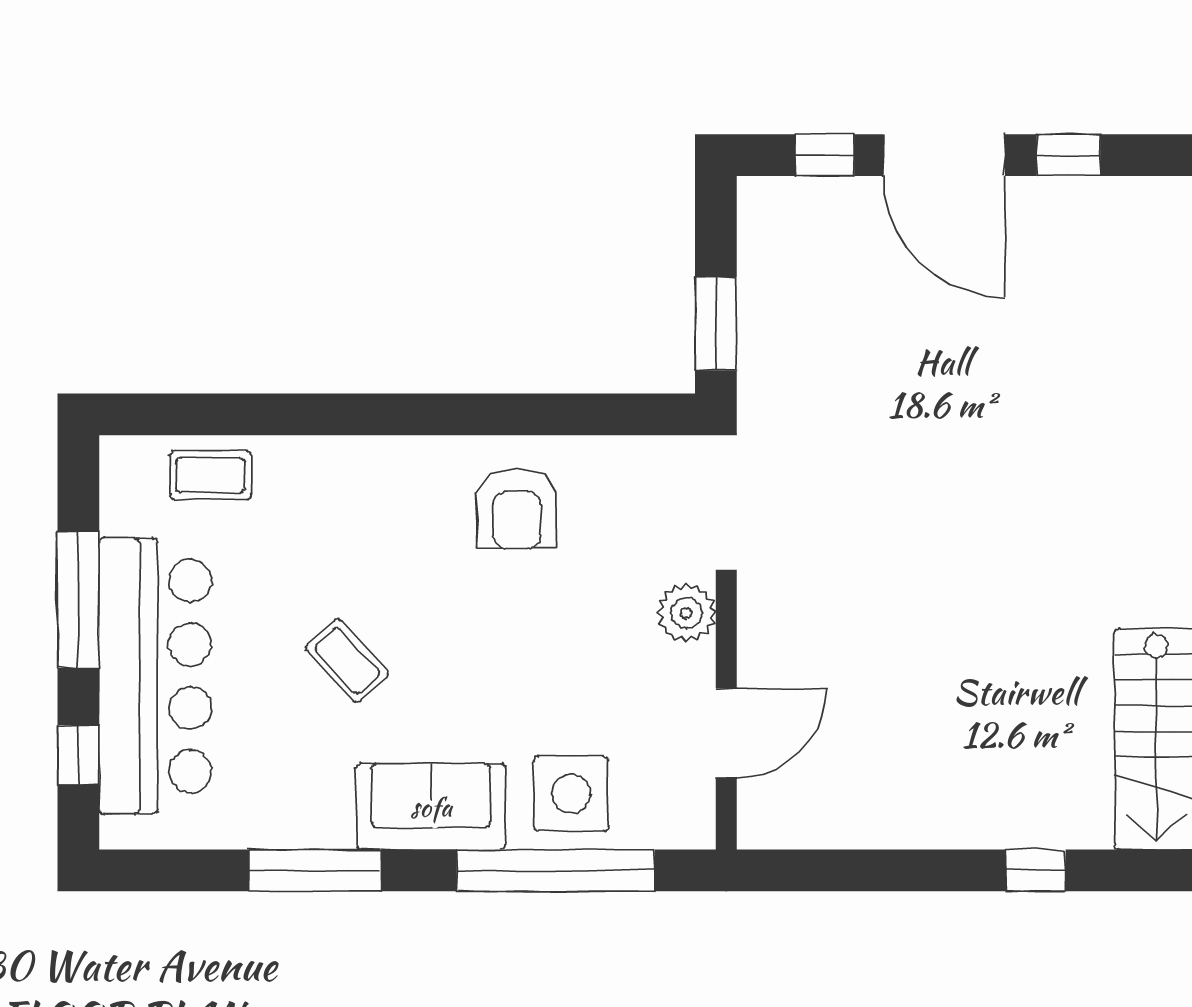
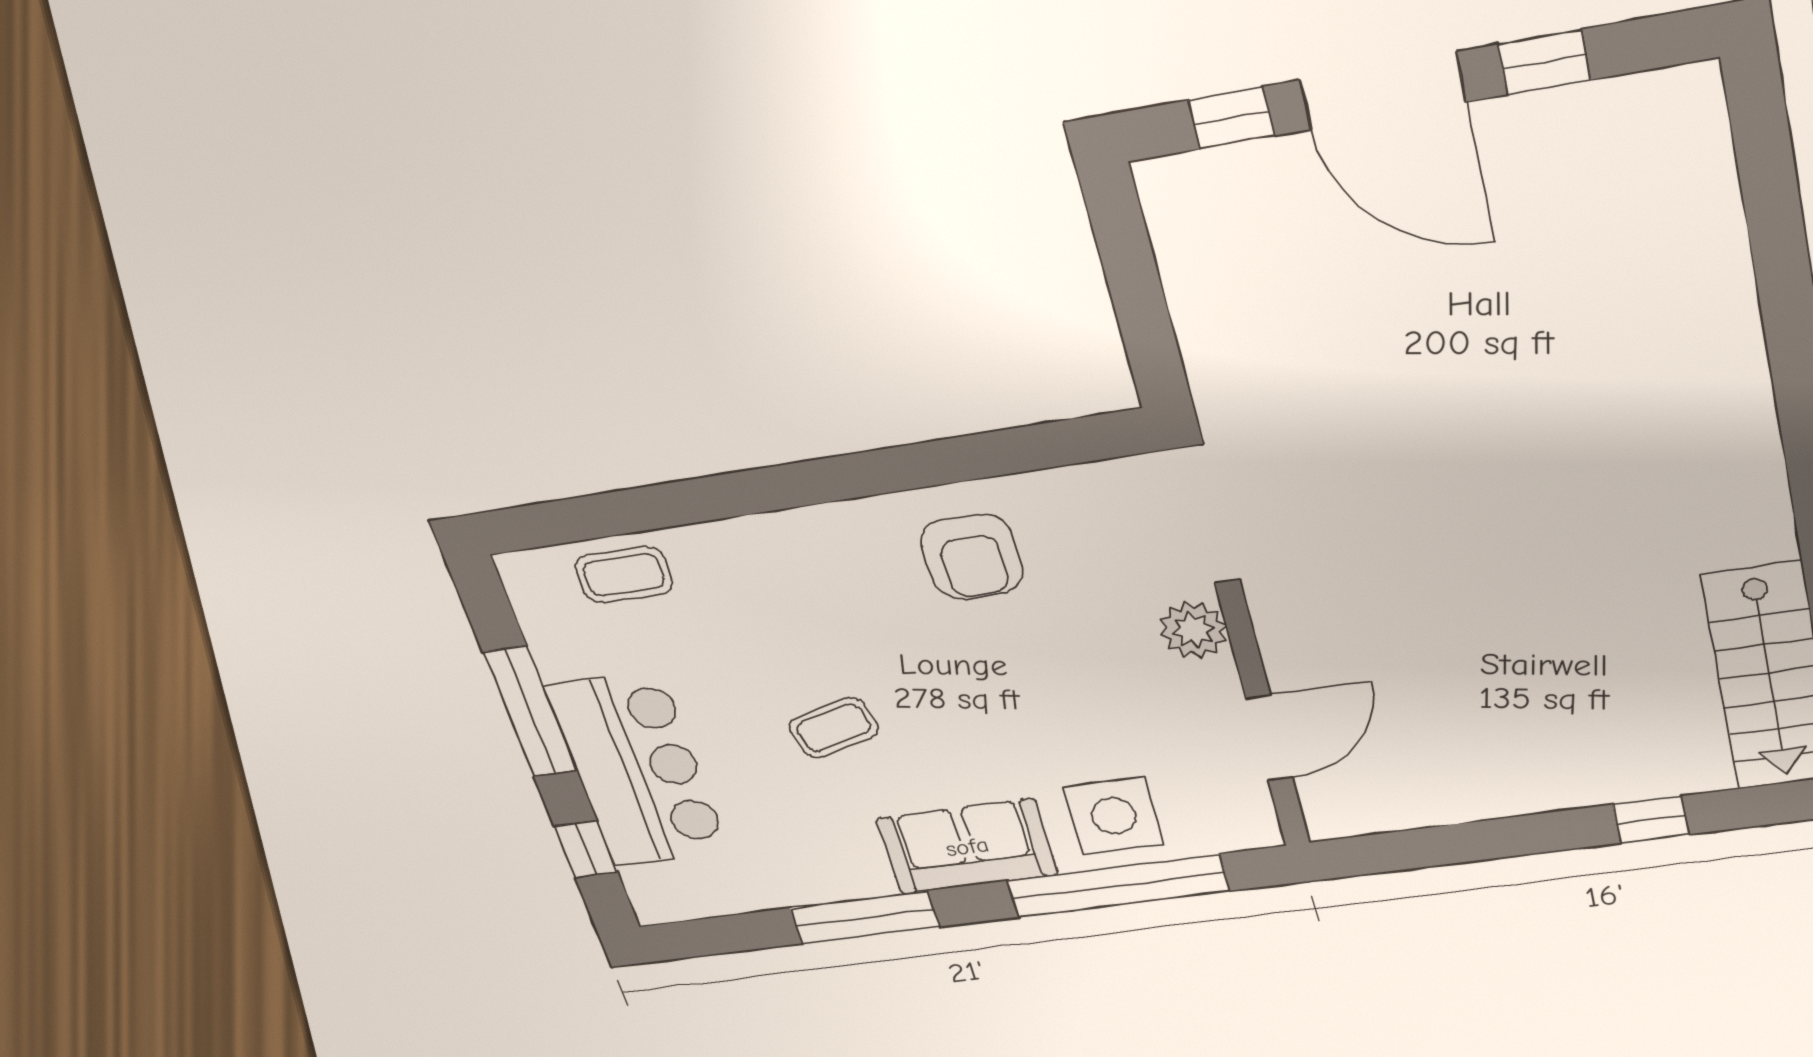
window: (716, 324) -> (1147, 330), removed
coffee table: (347, 661) -> (834, 728), turned -62
bar counter: (155, 676) -> (637, 769), width x0.73

